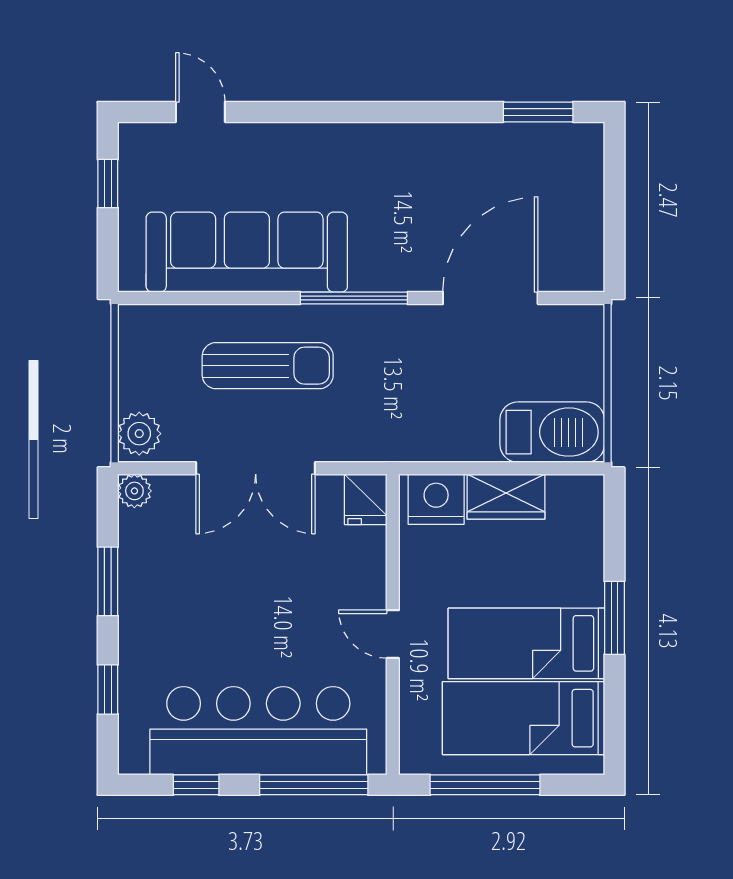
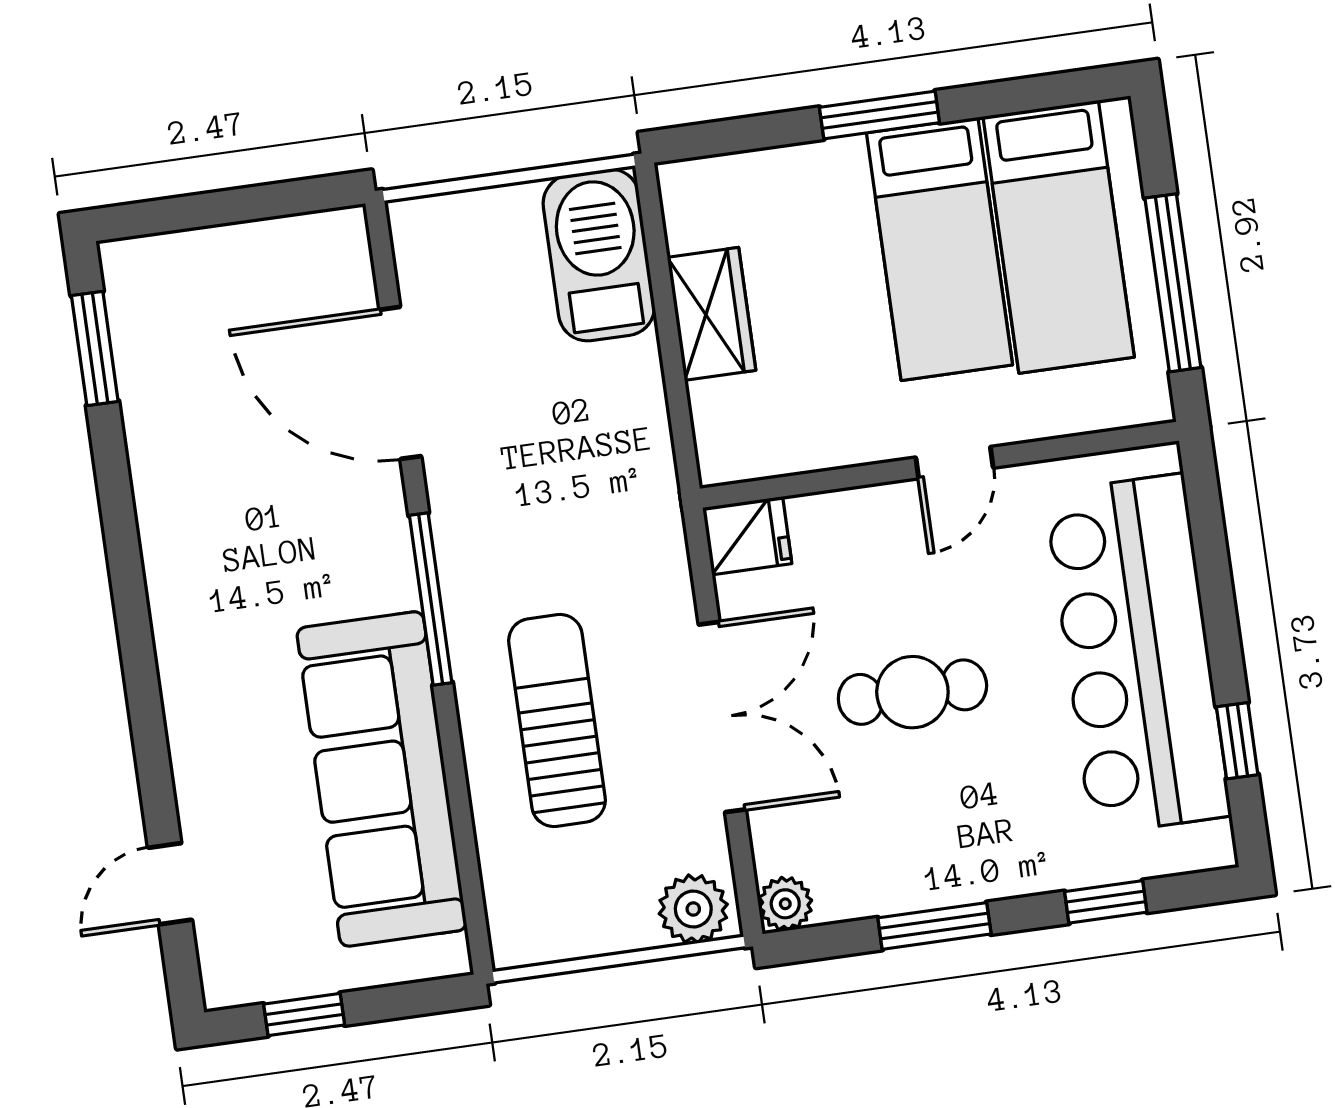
nightstand: (436, 499) -> (731, 424), removed
cafe table: (254, 588) -> (912, 692), added
window: (314, 785) -> (1211, 554), removed

